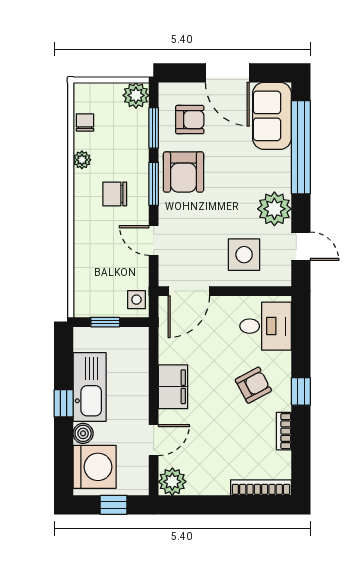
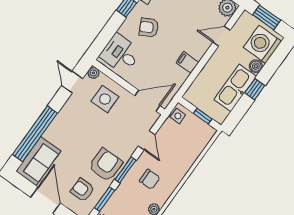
plant: (274, 209) -> (93, 73), moved, width x0.53, depth x0.53
filing cabinet: (173, 387) -> (187, 62), width x0.50
window: (114, 505) -> (267, 17), width x1.50

